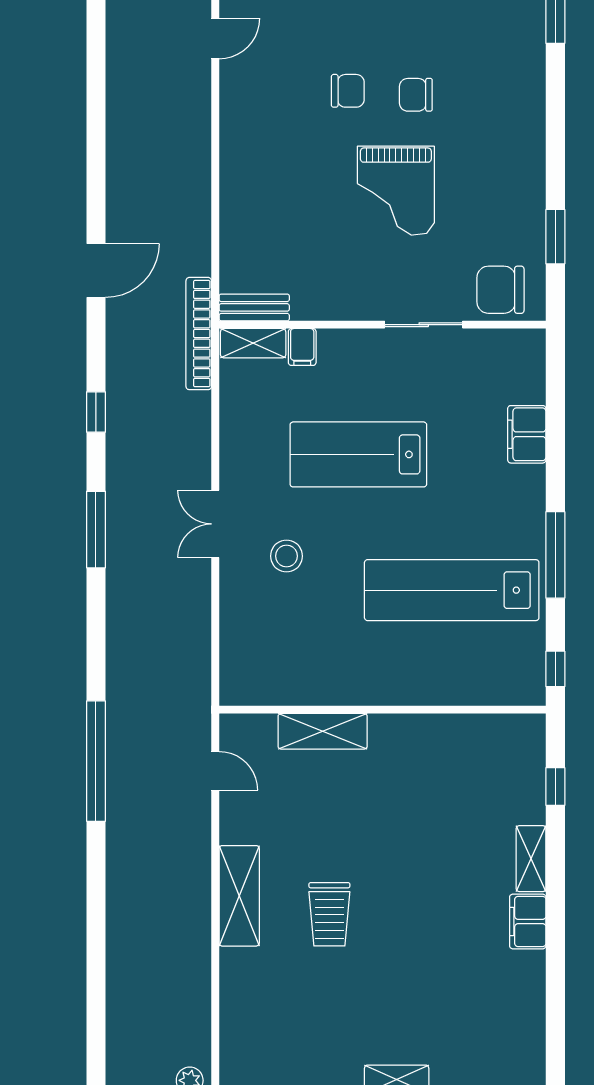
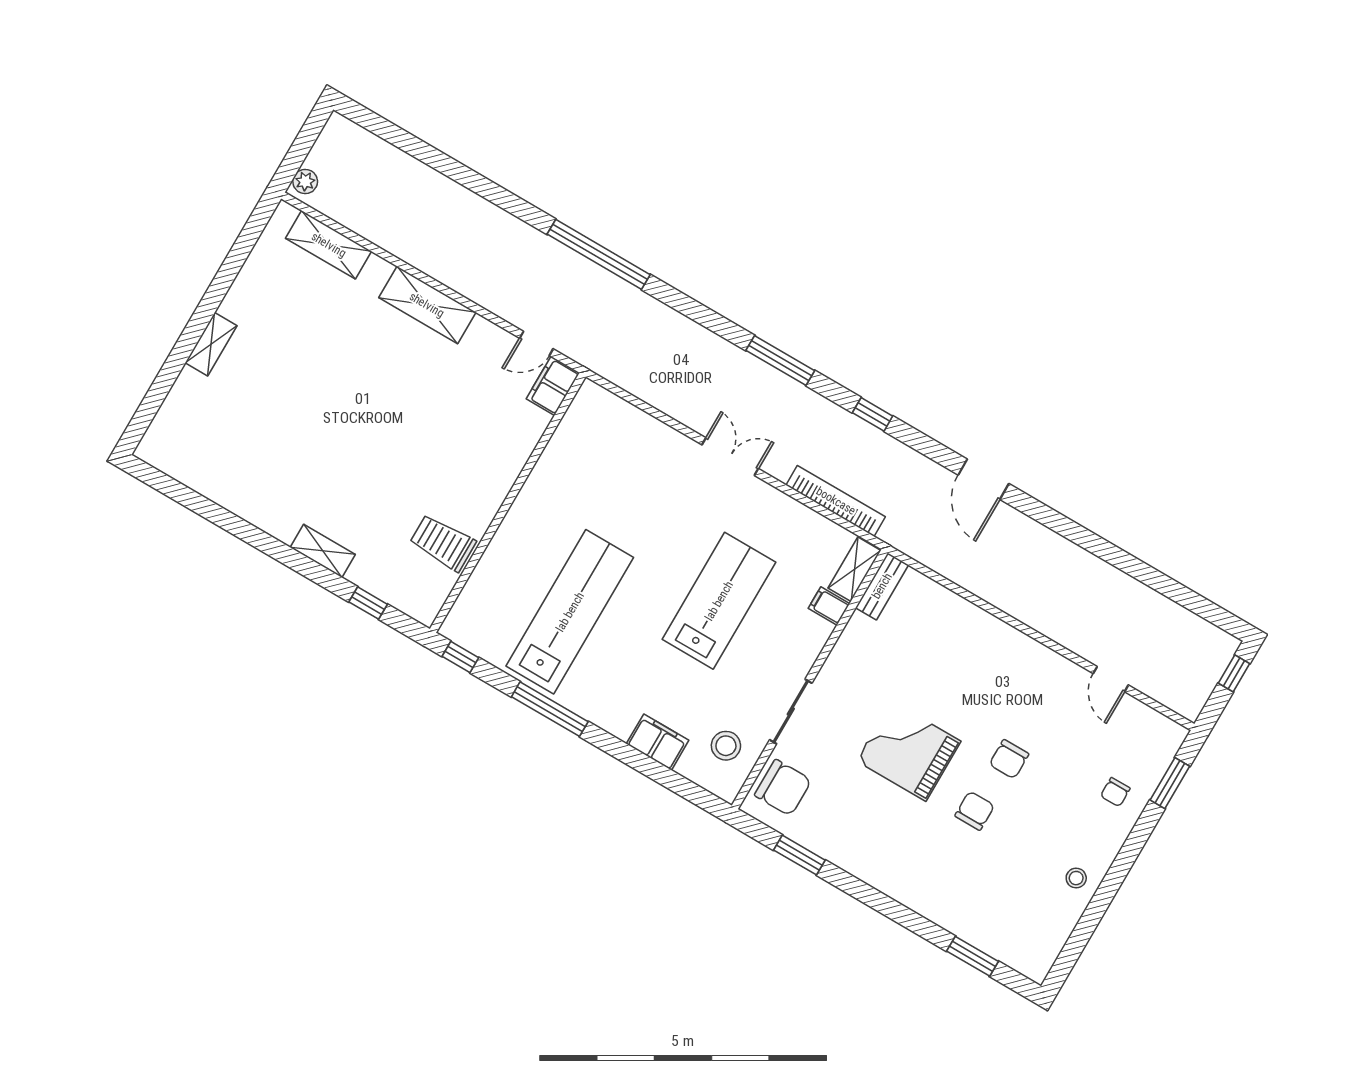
chair: (500, 290) -> (783, 788), turned 90
bookcase: (199, 334) -> (836, 501), moved
stool: (286, 556) -> (726, 746), moved
shelving: (323, 731) -> (329, 245), moved, turned 90
trolley: (329, 914) -> (443, 543), moved
filing cabinet: (528, 921) -> (553, 386), moved, turned -90

